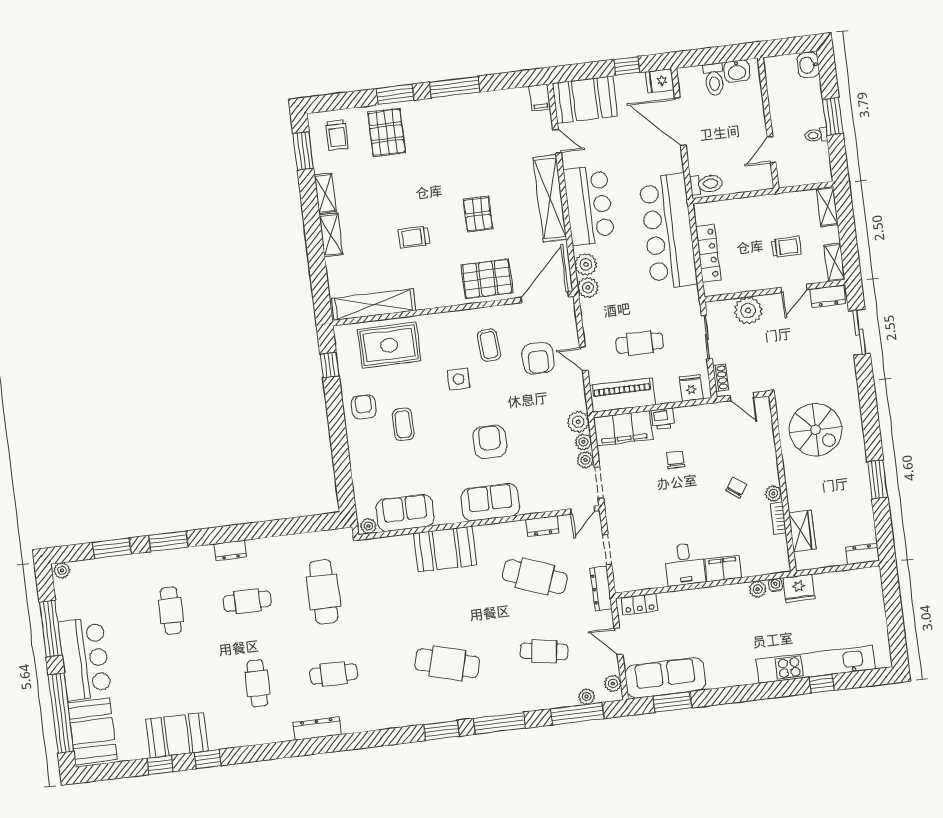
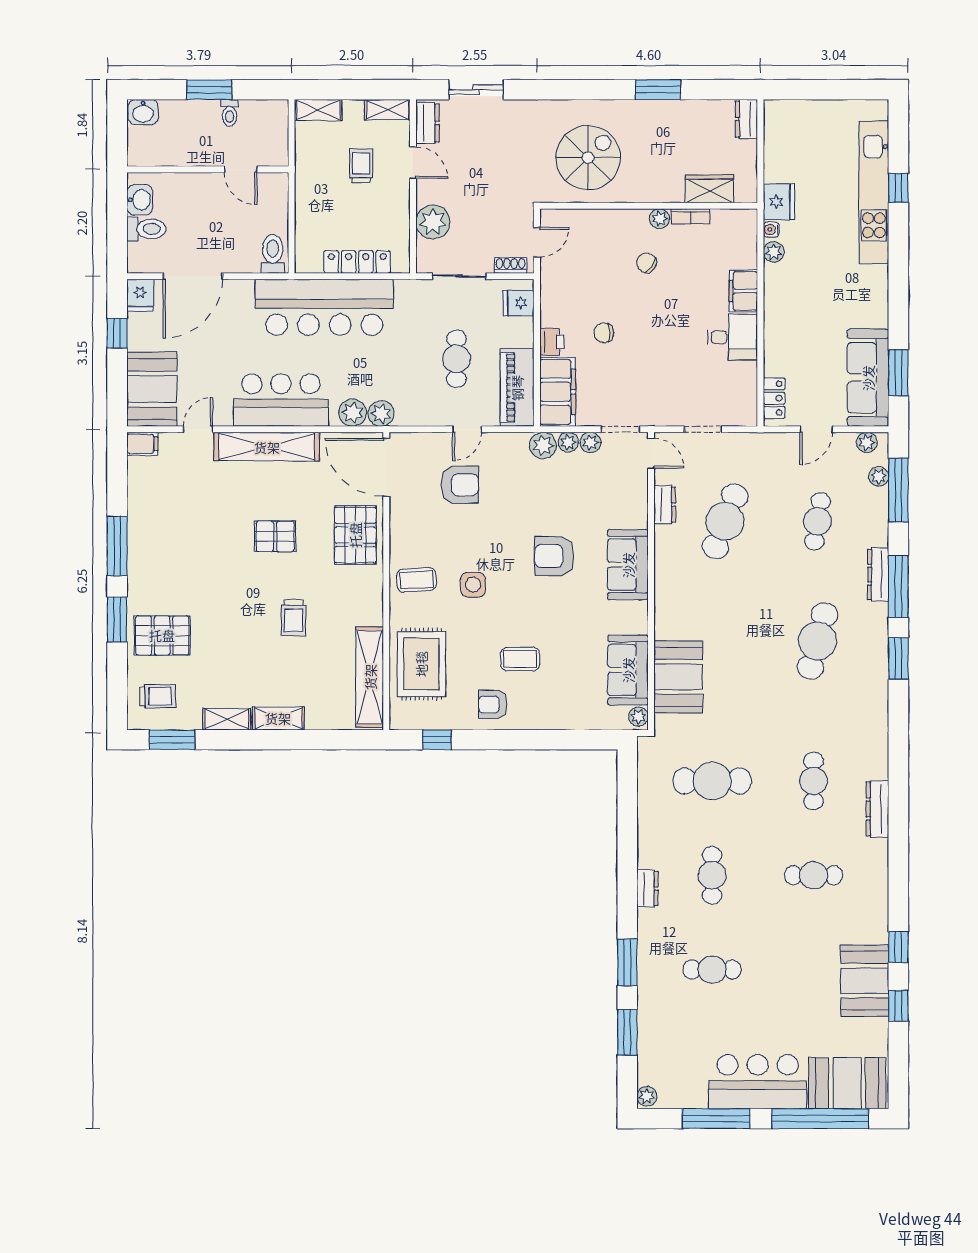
coffee table: (489, 345) -> (416, 580), moved
booth: (445, 549) -> (678, 677), moved
dresser: (601, 589) -> (878, 575), moved, turned 90

